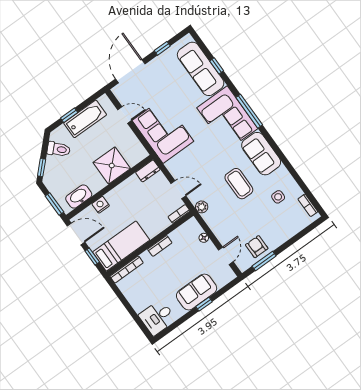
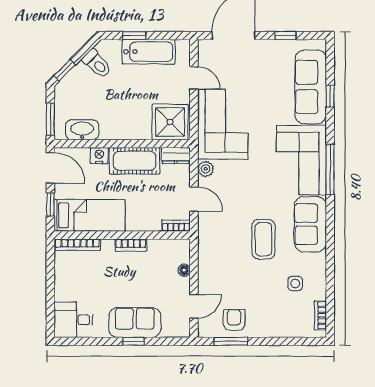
shower: (112, 166) -> (170, 122), moved
cot: (125, 192) -> (135, 161), added
plant: (202, 207) -> (206, 169), moved

